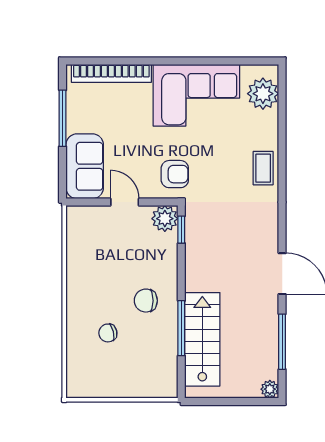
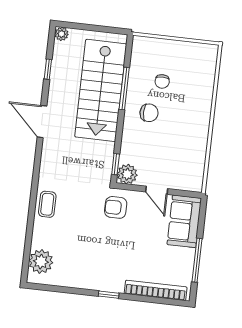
window: (171, 61) -> (109, 295), added
corner sofa: (196, 95) -> (92, 266), removed
chair: (108, 333) -> (162, 81), moved, turned 103
stairs: (202, 339) -> (101, 90), width x1.36, depth x1.51
window: (282, 342) -> (48, 69), width x0.46

